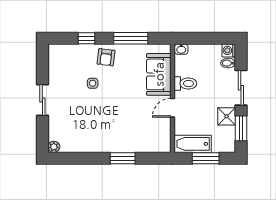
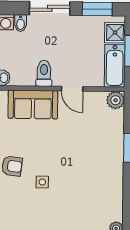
shower: (227, 116) -> (115, 33), moved
plant: (163, 145) -> (116, 100), added

